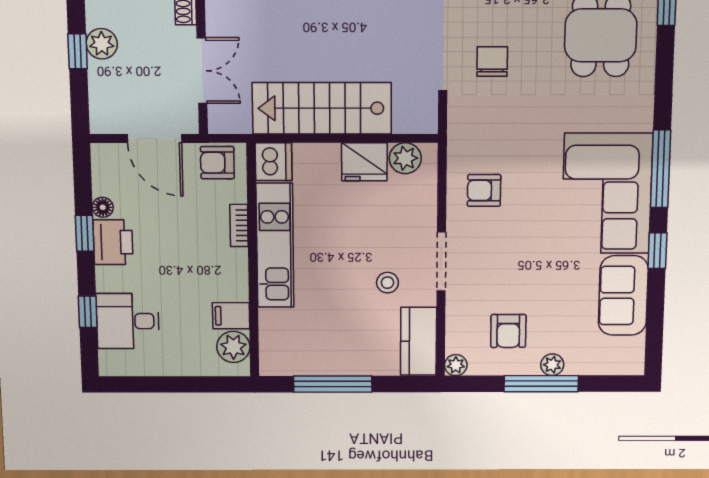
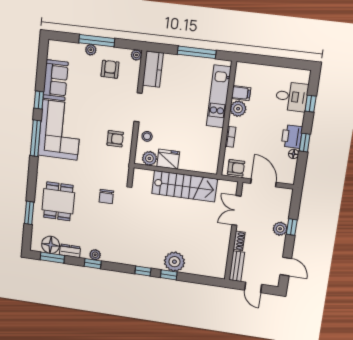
dishwasher: (274, 162) -> (210, 165), removed
kitchen unit: (275, 246) -> (219, 96), moved
stool: (387, 283) -> (147, 136), moved
plant: (233, 347) -> (238, 109), moved

